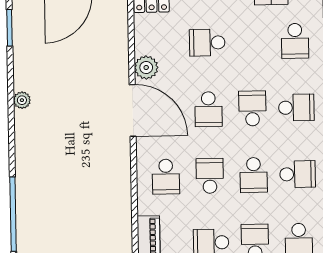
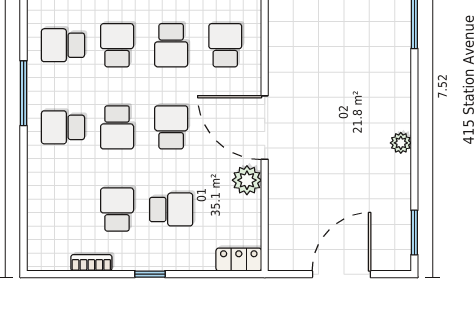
school desk: (295, 41) -> (117, 209), moved

